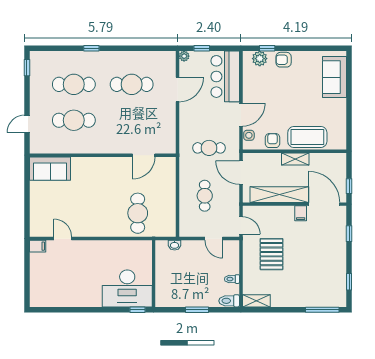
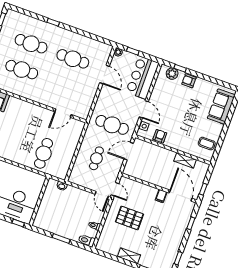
door: (177, 90) -> (105, 74), hinge flipped
door: (241, 115) -> (144, 109), hinge flipped
coffee table: (307, 137) -> (207, 144), moved, width x0.54, depth x0.58
cafe table: (209, 148) -> (112, 125), width x1.37, depth x1.35
shelving: (295, 159) -> (185, 160), moved
door: (241, 173) -> (129, 151), hinge flipped
shelving: (279, 195) -> (151, 177), removed
door: (214, 239) -> (102, 195), moved
pallet: (272, 254) -> (129, 218), turned 90
shelving: (256, 301) -> (129, 256), moved

